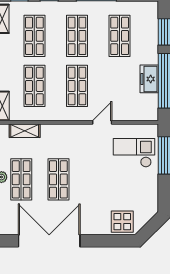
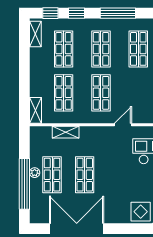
shelving: (25, 131) -> (66, 132), moved

